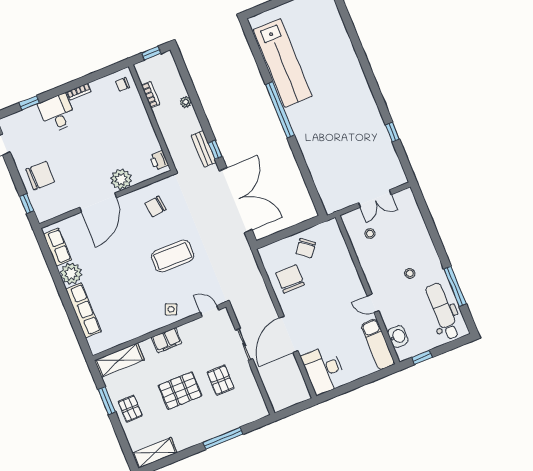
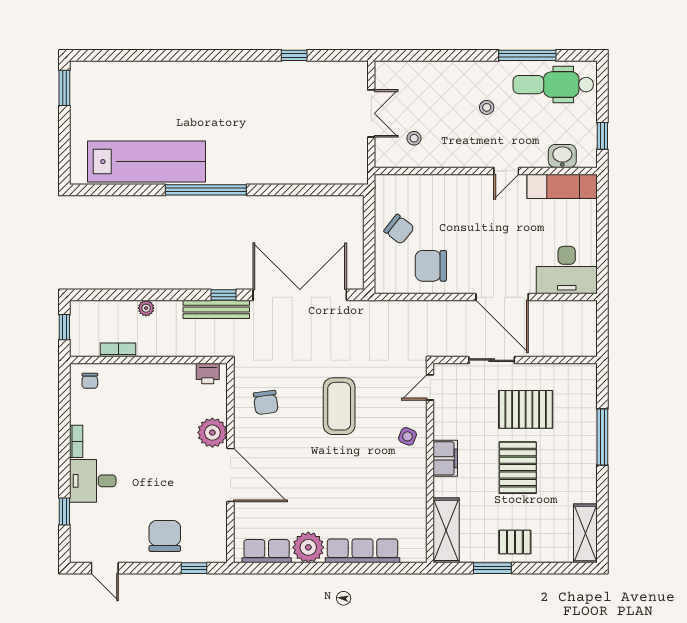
bench: (204, 149) -> (216, 309), width x1.36
pallet: (221, 380) -> (526, 409), width x1.50, depth x1.42

